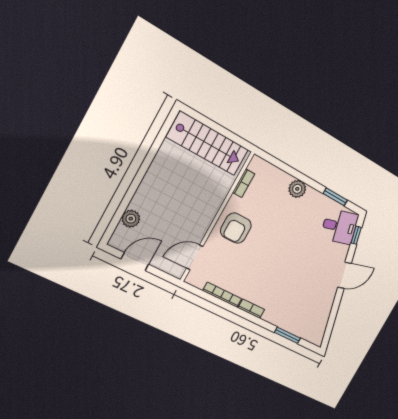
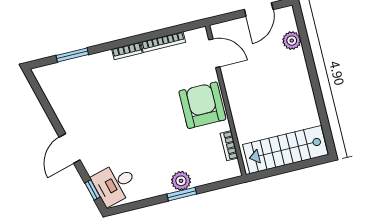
window: (335, 197) -> (182, 194), moved
armchair: (236, 228) -> (202, 105), width x1.36, depth x1.36
door: (195, 257) -> (214, 53), hinge flipped

